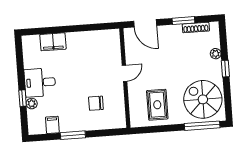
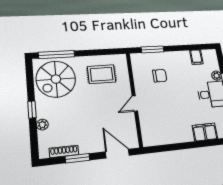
spiral stairs: (203, 99) -> (56, 79), turned 90
rug: (157, 105) -> (102, 74), turned 90
window: (73, 135) -> (153, 49), moved

